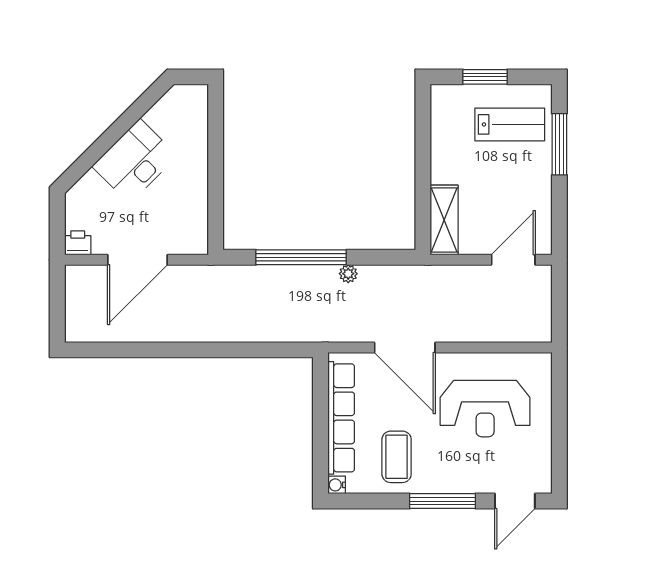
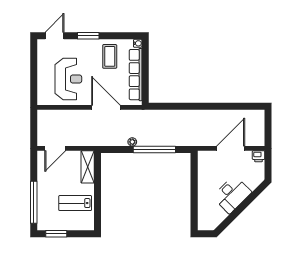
window: (485, 77) -> (56, 234), moved
lab bench: (510, 124) -> (75, 203), moved
window: (559, 144) -> (34, 202), width x1.46
reception desk: (485, 409) -> (68, 79), turned 90
window: (442, 501) -> (88, 36), width x0.69

